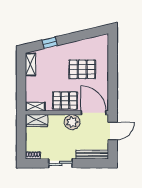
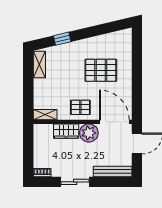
pallet: (65, 101) -> (80, 107), width x0.67, depth x0.71
wardrobe: (37, 120) -> (66, 131), moved

